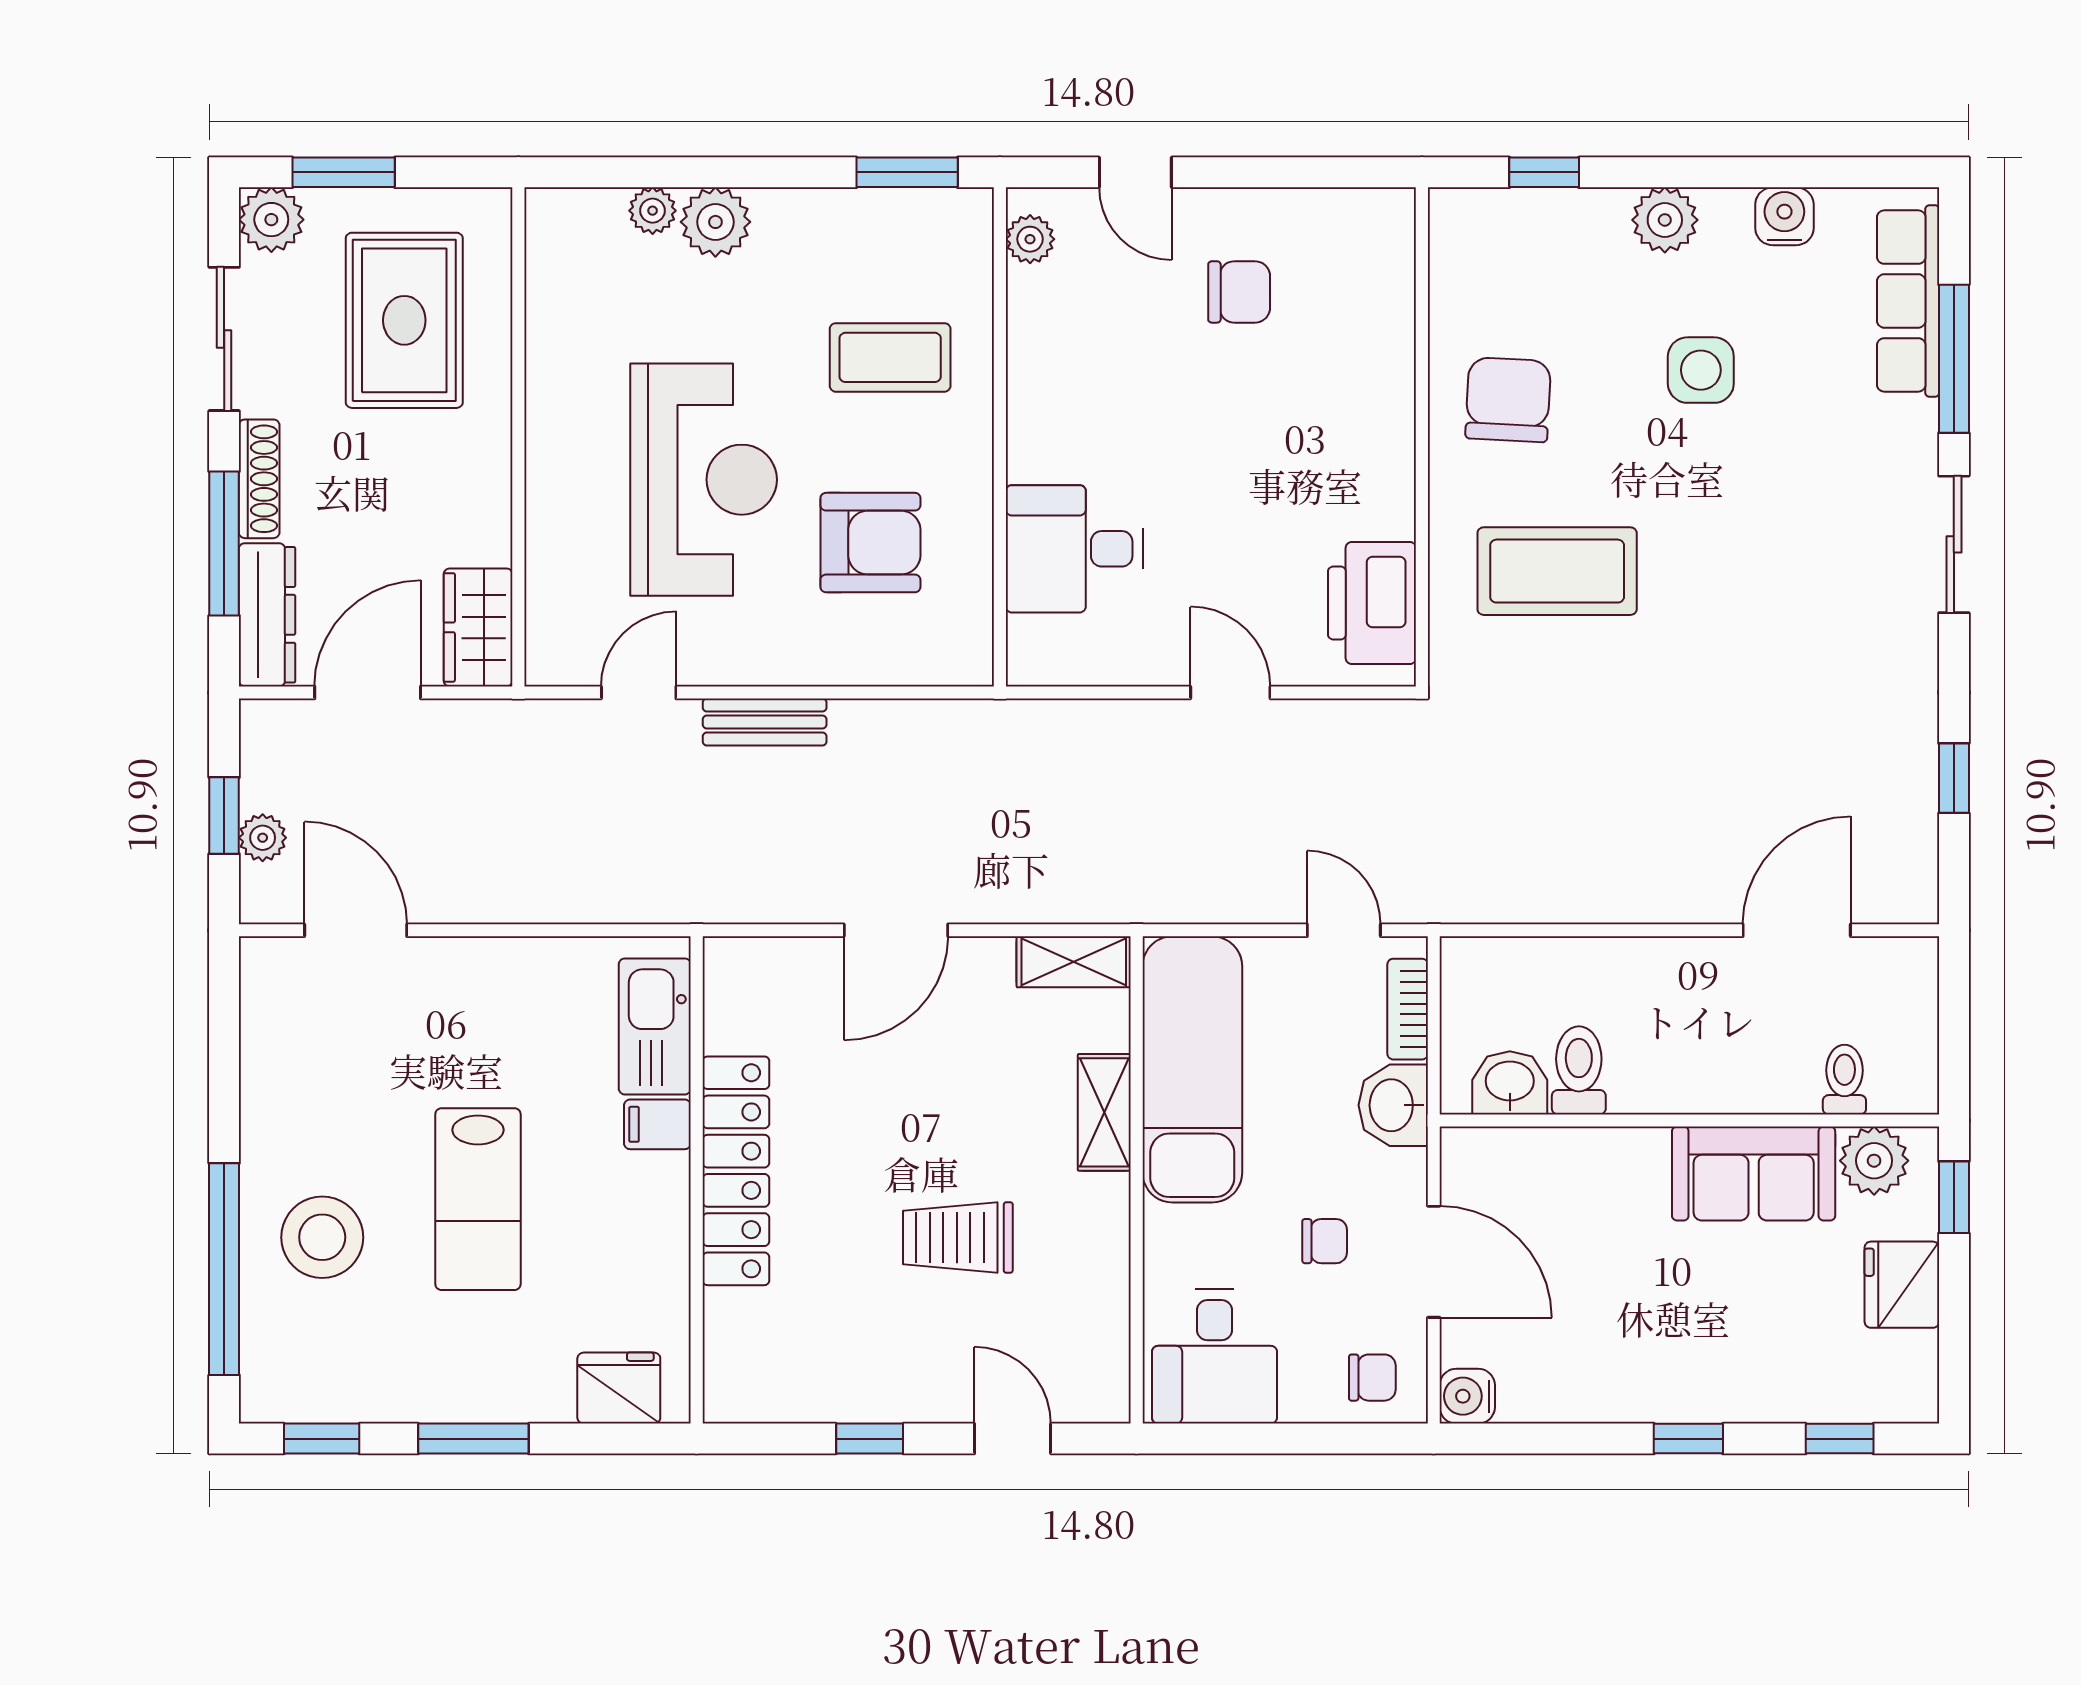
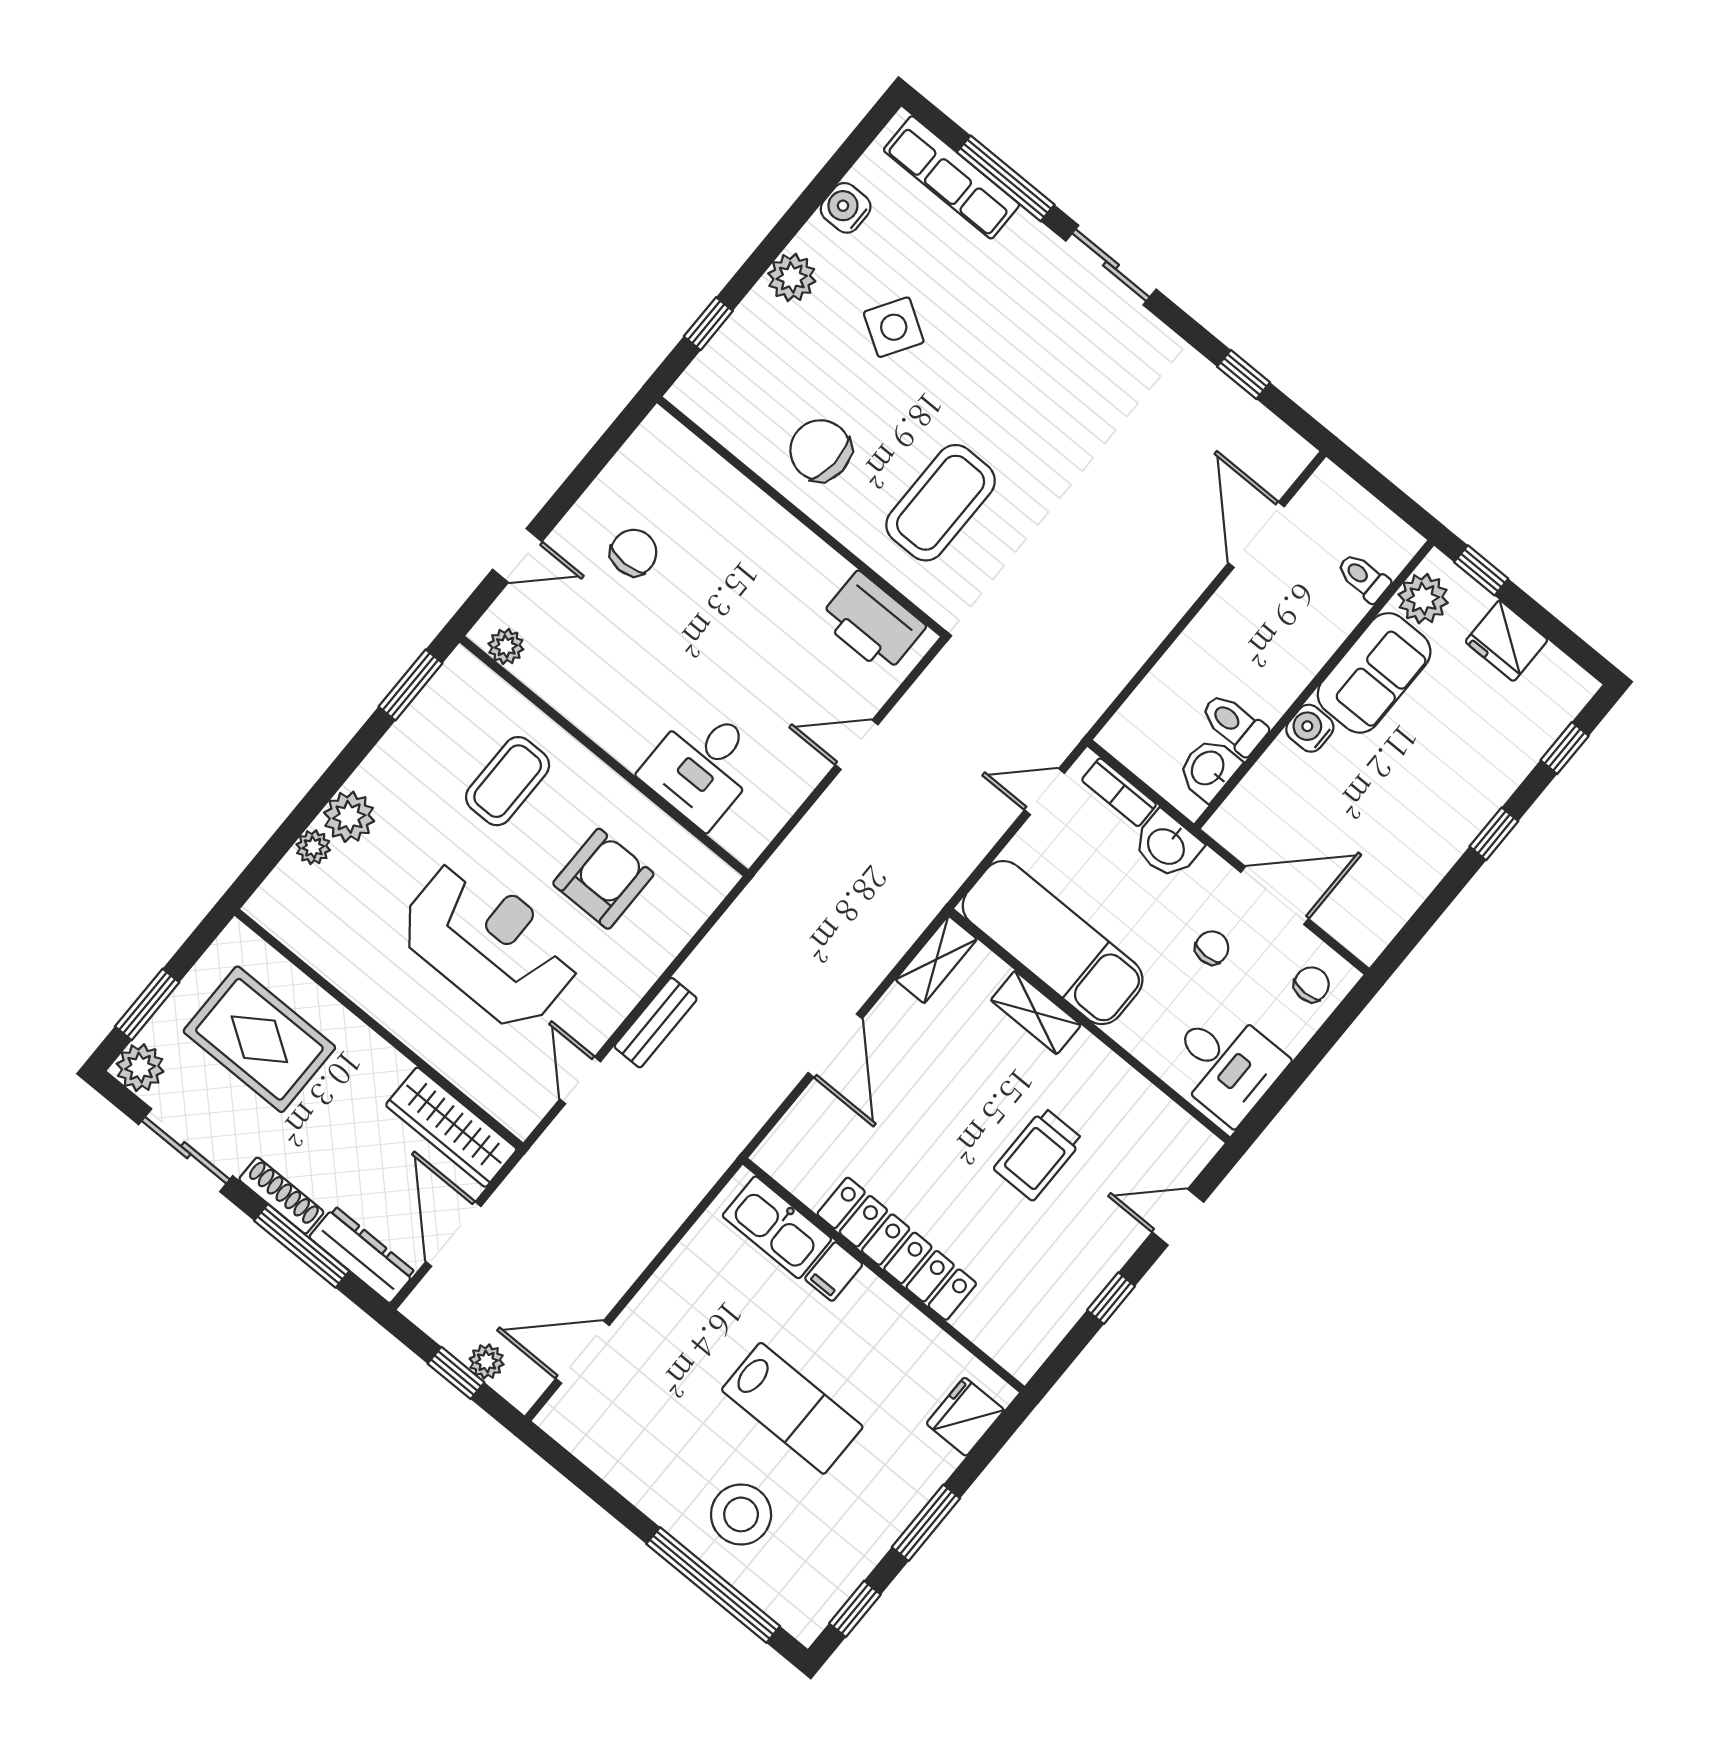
side table: (1701, 370) -> (894, 327), turned 32
wardrobe: (478, 627) -> (451, 1127), width x1.50
water cooler: (1467, 1396) -> (1310, 728), moved, turned 90

